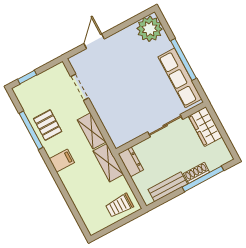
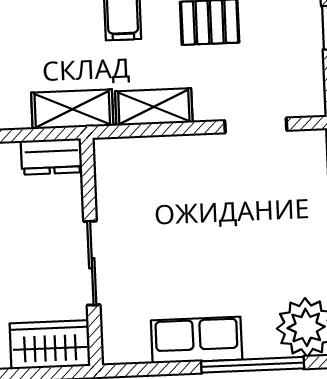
window: (184, 60) -> (253, 365), moved
row of seats: (180, 78) -> (197, 340), width x0.68

